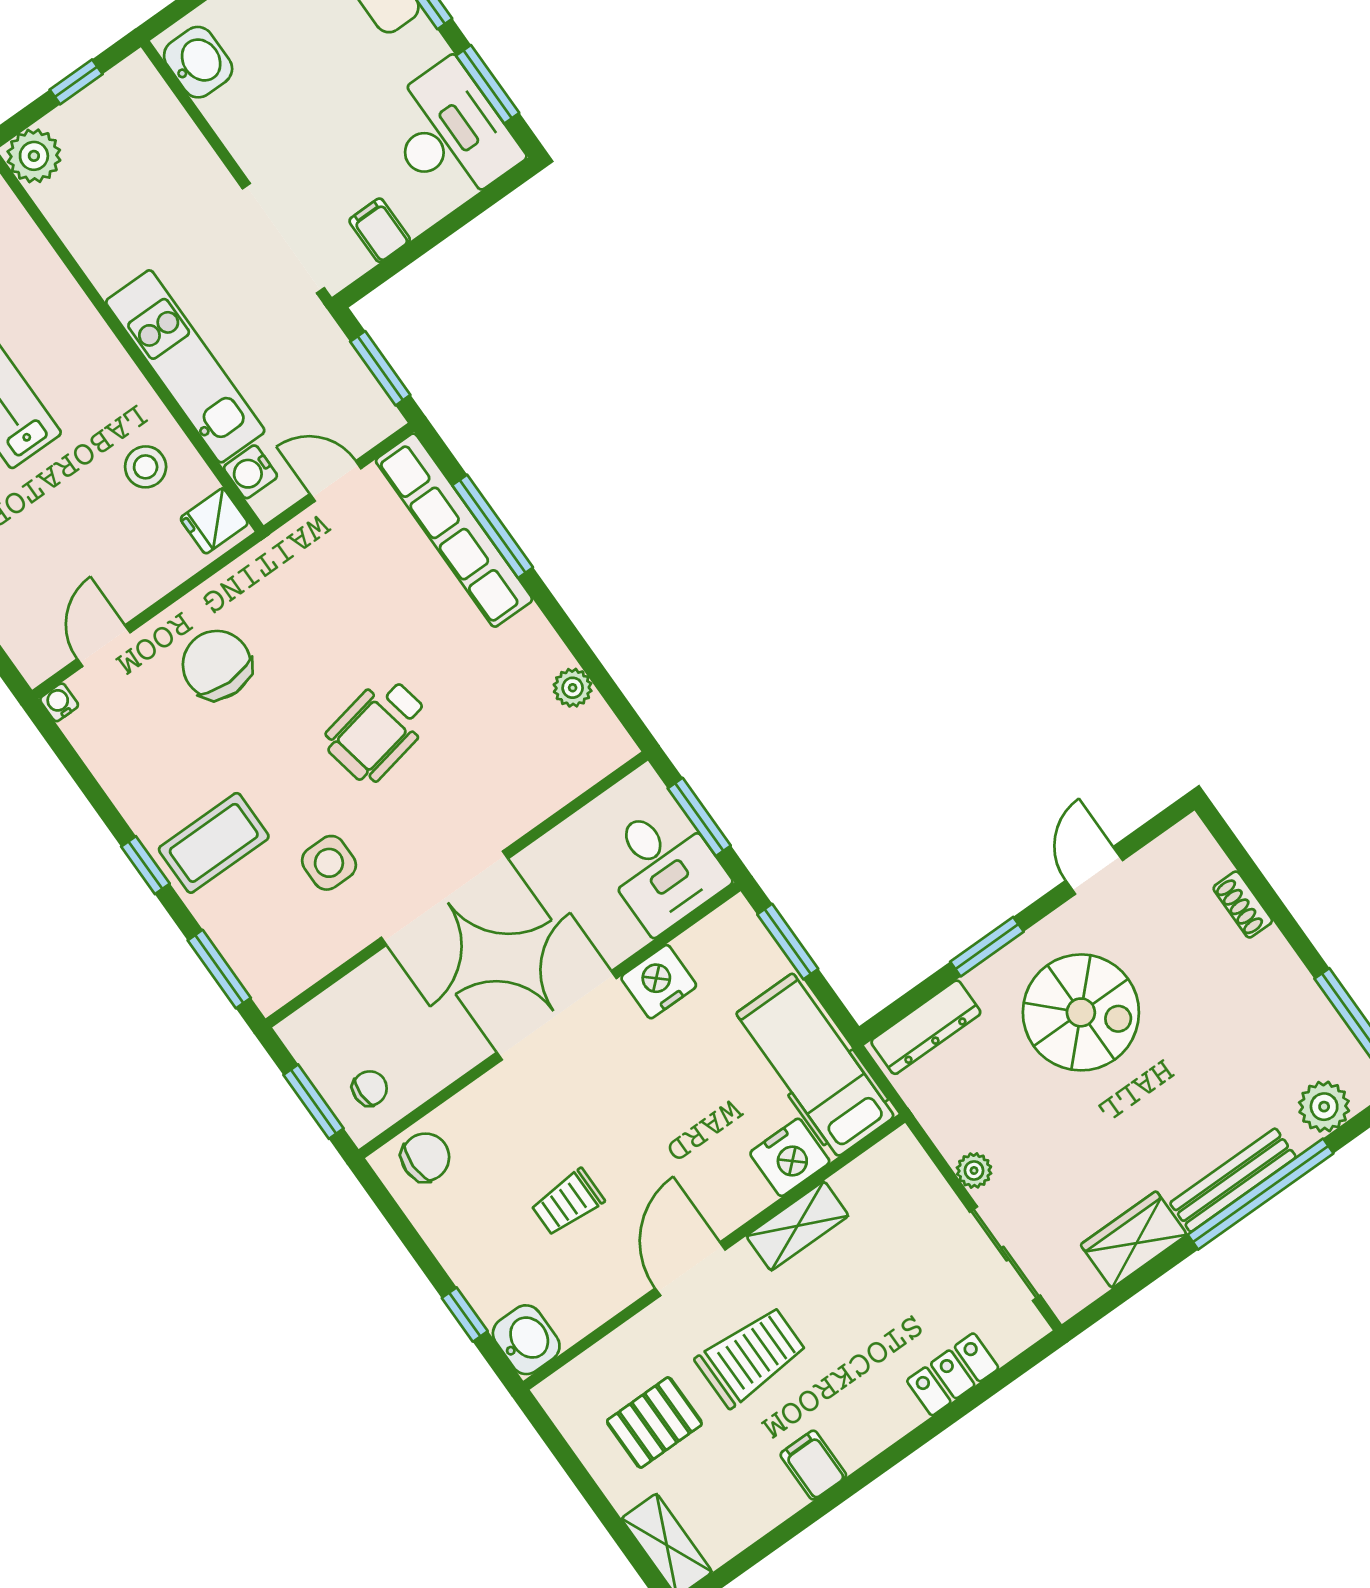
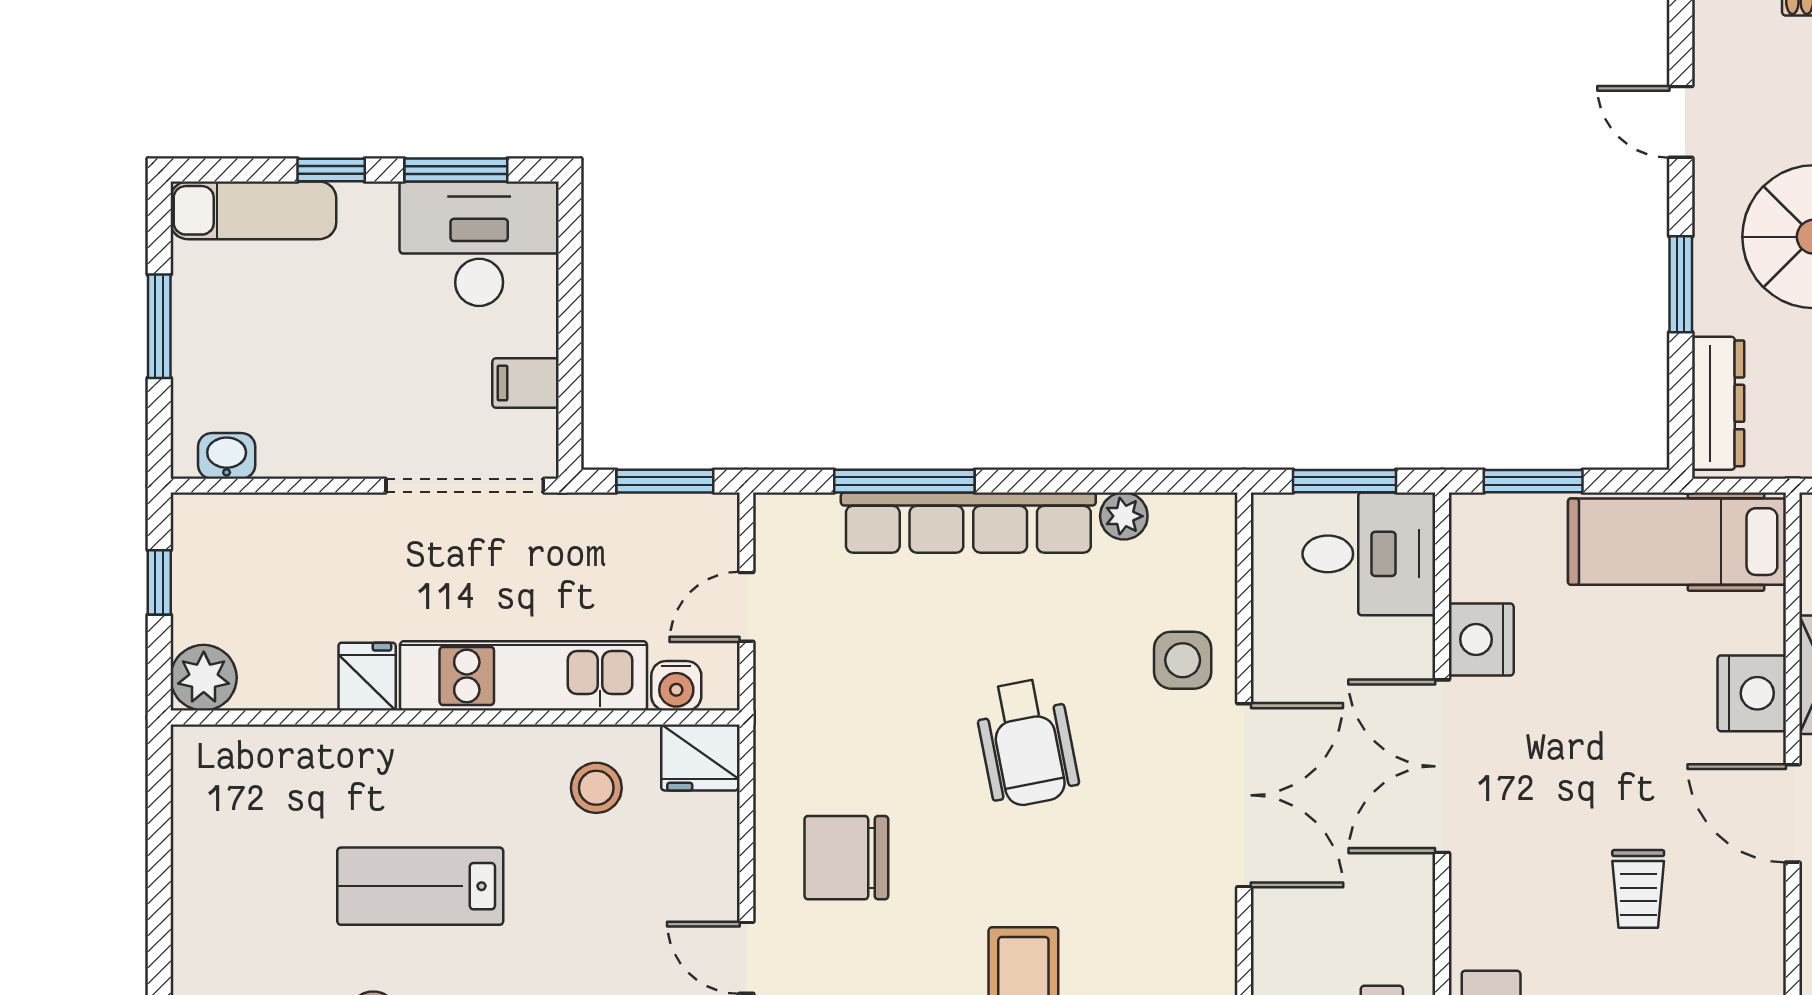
washbasin: (198, 62) -> (227, 456), width x0.72, depth x0.69
fridge: (111, 263) -> (367, 677), added
fridge: (214, 521) -> (700, 757), width x1.38
row of seats: (454, 530) -> (968, 523), moved
side table: (329, 863) -> (1183, 660), moved
nightstand: (790, 1157) -> (1752, 693), moved

